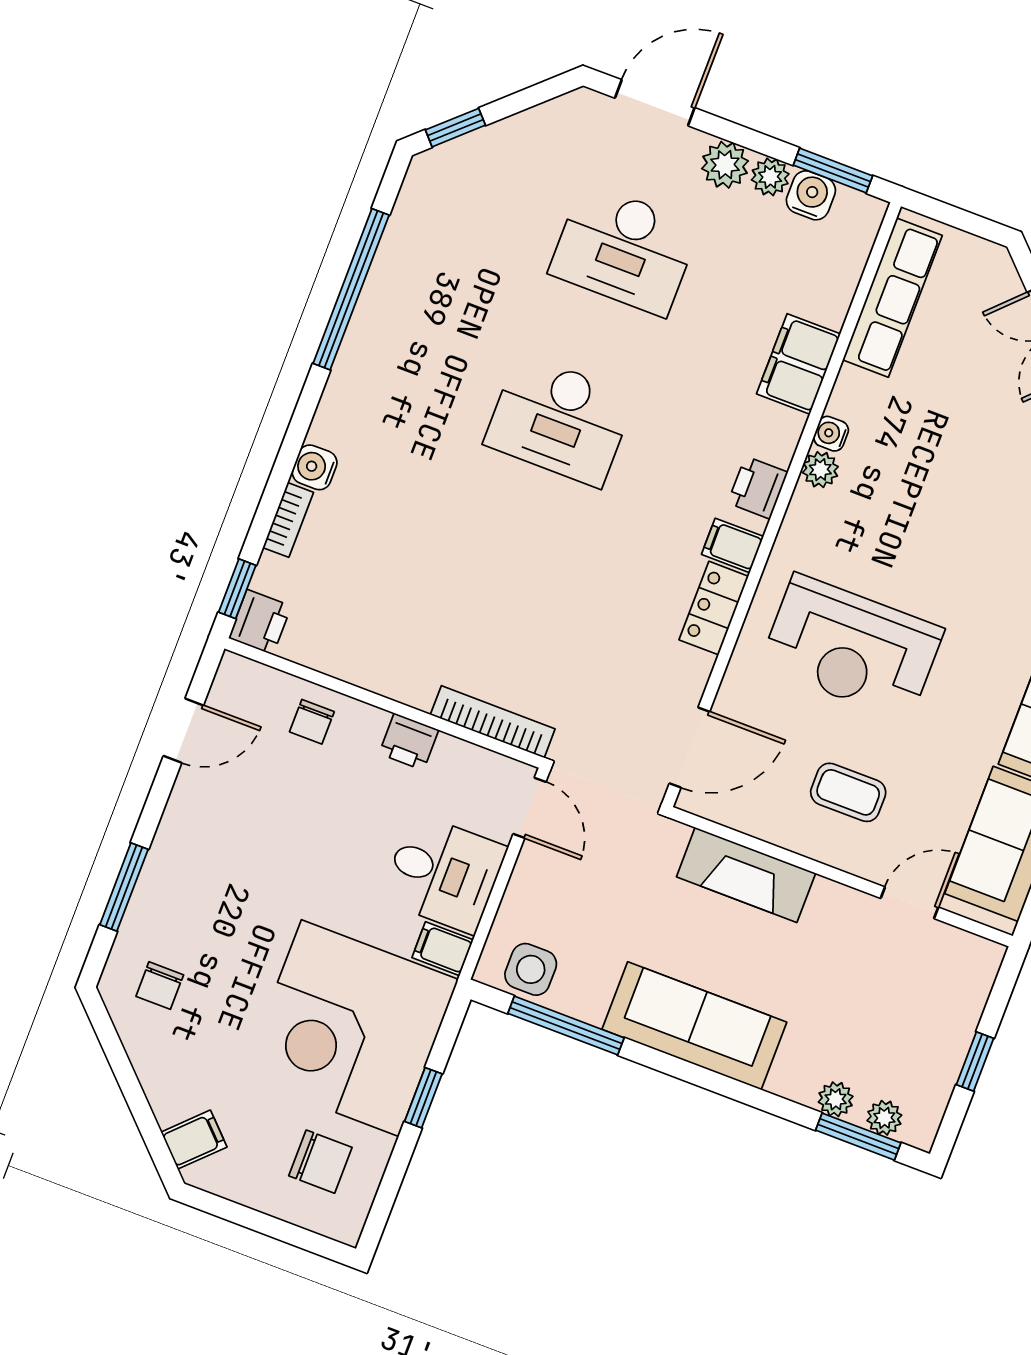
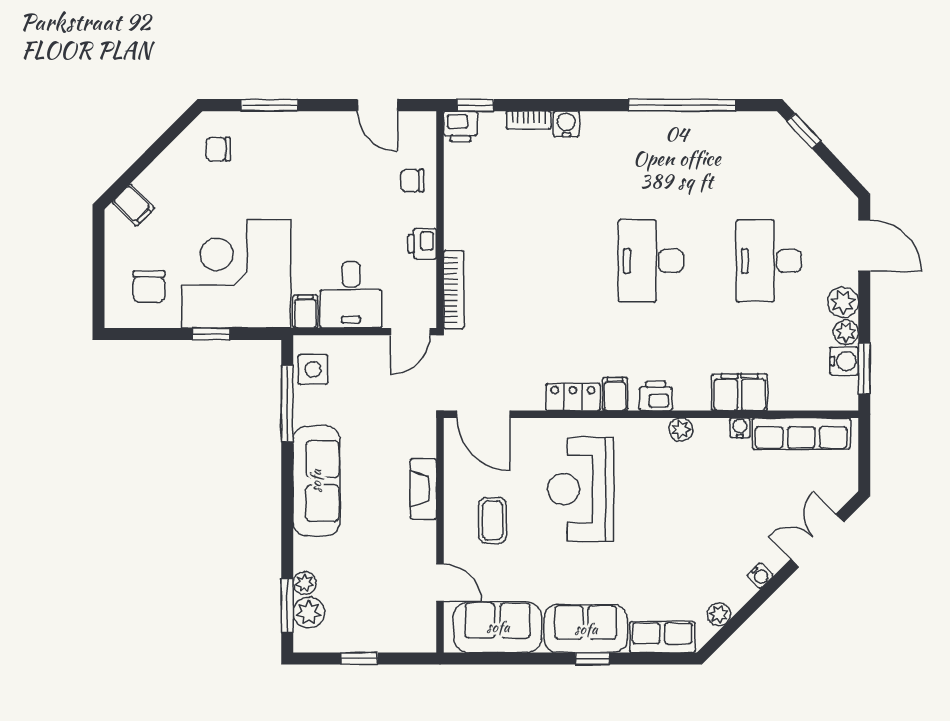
water cooler: (831, 434) -> (740, 428), moved
fireplace: (746, 875) -> (423, 489), width x0.73, depth x0.76
plant: (884, 1118) -> (309, 612), width x1.38, depth x1.38

